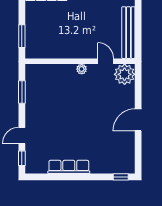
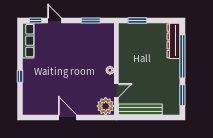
row of seats: (69, 167) -> (28, 41), moved
window: (121, 177) -> (20, 76), moved

